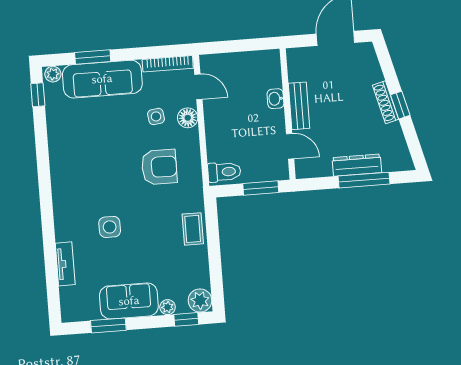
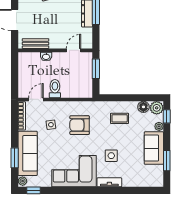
bench: (299, 106) -> (36, 44), moved
floor lamp: (188, 118) -> (143, 107), moved
corner sofa: (77, 163) -> (74, 171), added
armchair: (159, 167) -> (80, 125), turned -90
toilet: (224, 172) -> (55, 89), moved
coffee table: (193, 229) -> (120, 118), moved
tv unit: (65, 264) -> (109, 182), moved

